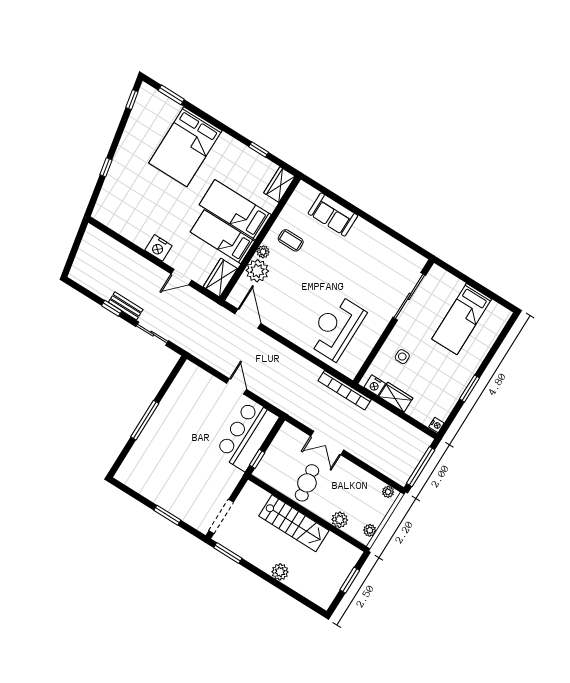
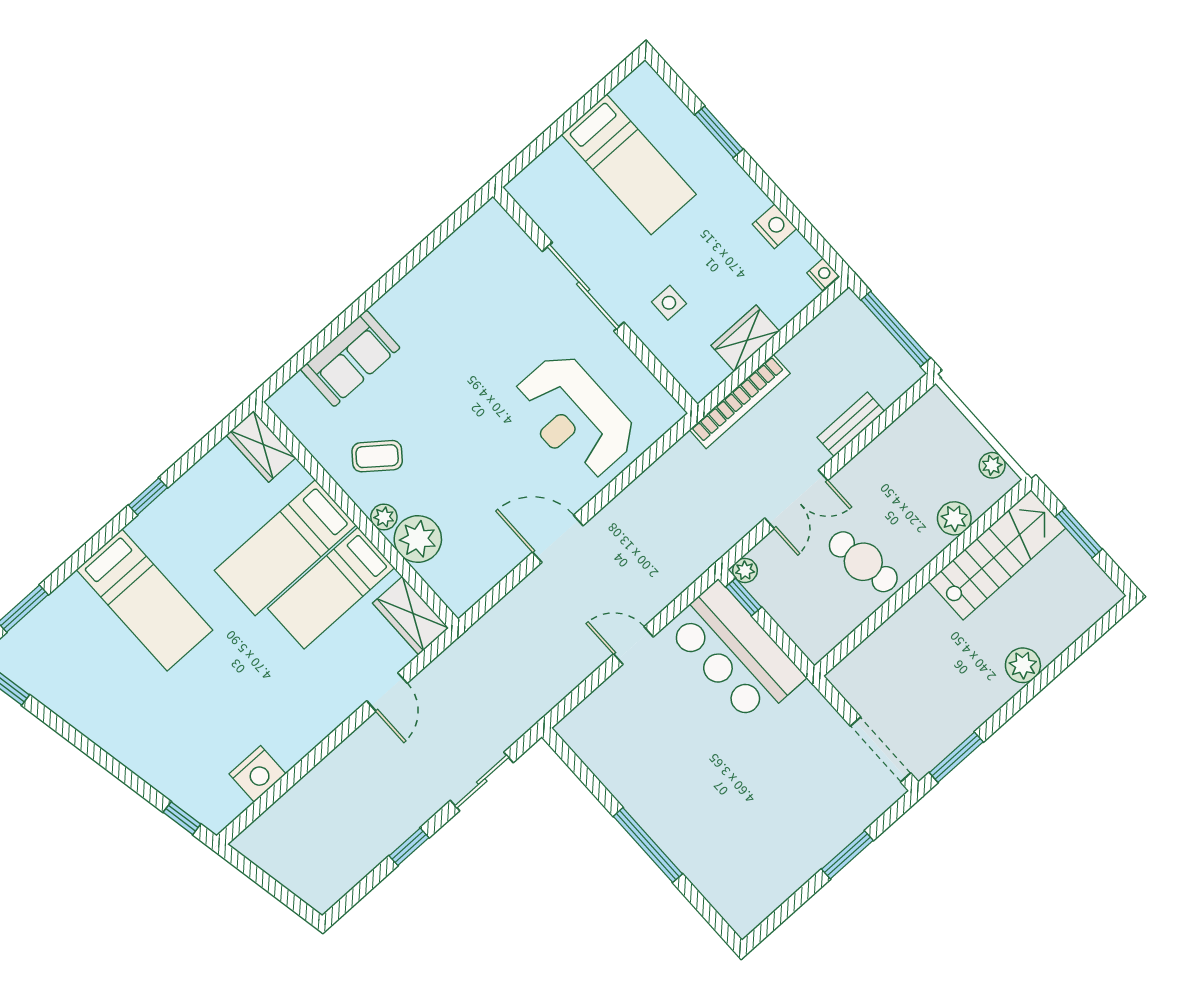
bed: (185, 147) -> (144, 600), width x0.67
window: (259, 150) -> (148, 496), moved
window: (106, 167) -> (182, 818), moved
coffee table: (291, 240) -> (377, 456), turned 38
nightstand: (158, 248) -> (258, 774), moved
sliding door: (409, 296) -> (583, 287), moved
bench: (126, 306) -> (851, 424), moved
door: (248, 319) -> (558, 539), moved
nightstand: (375, 385) -> (775, 226), moved, turned -90
window: (470, 388) -> (719, 132), moved
bookcase: (345, 390) -> (740, 402), moved
window: (257, 459) -> (744, 597), moved
plant: (388, 492) -> (745, 570), moved
stairs: (294, 523) -> (997, 555), moved

